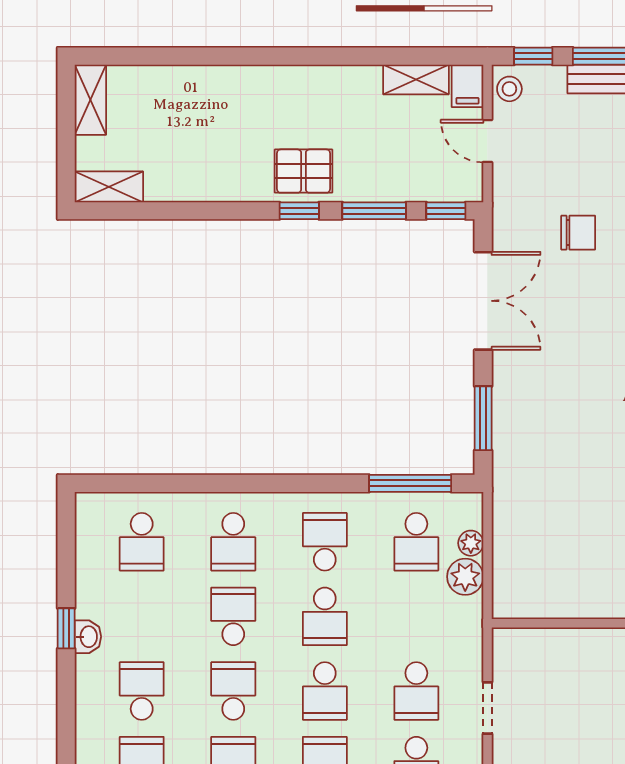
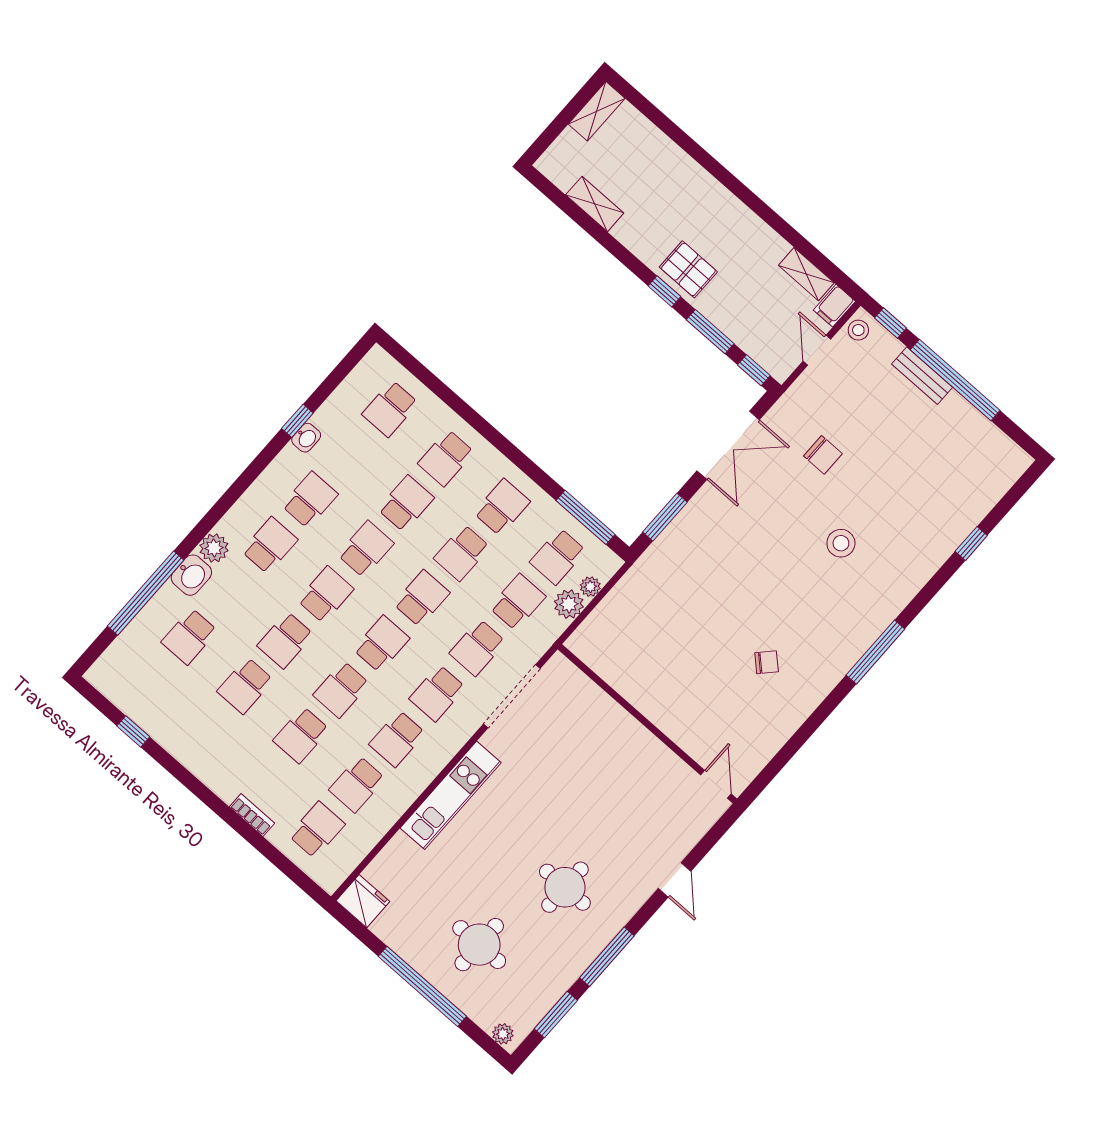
shelving: (109, 187) -> (595, 204), moved
school desk: (416, 616) -> (518, 602), added
school desk: (325, 691) -> (422, 598), turned 180
doorway: (487, 708) -> (512, 696), width x1.88

